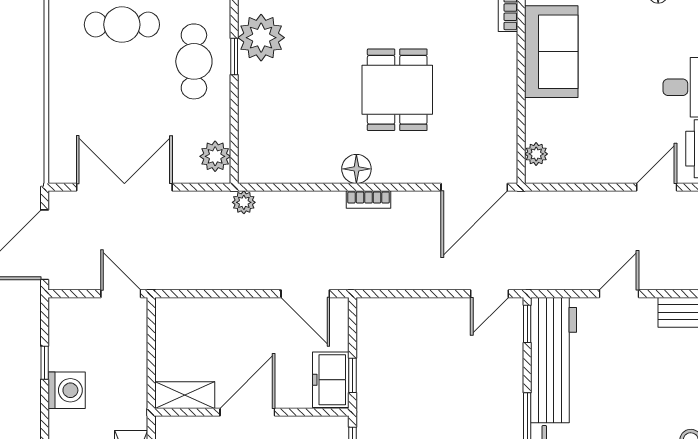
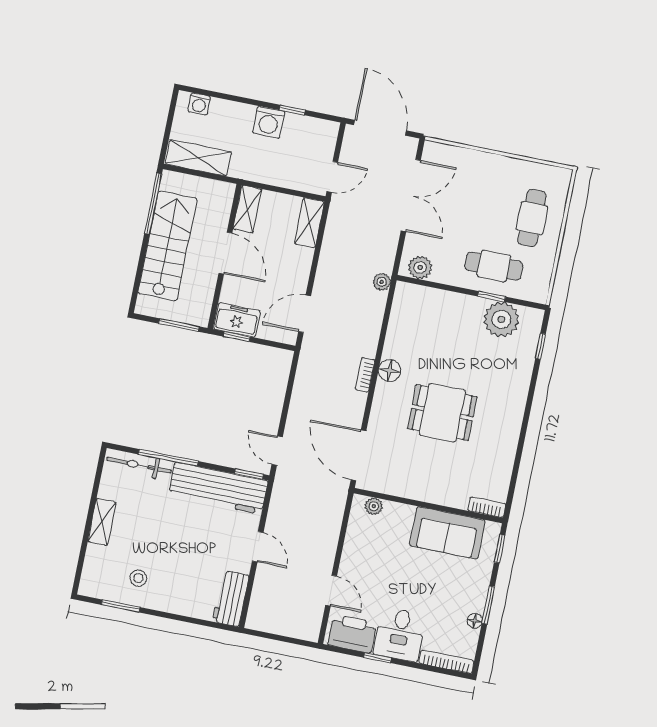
shelving: (186, 311) -> (309, 223), added

